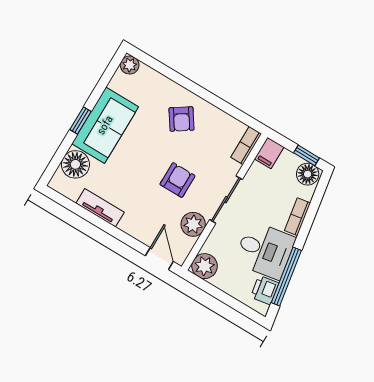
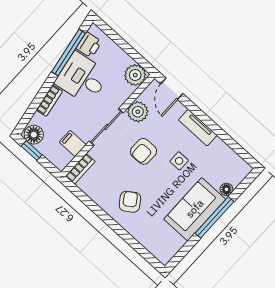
plant: (130, 65) -> (164, 255), removed
window: (80, 121) -> (215, 217), width x2.17
filing cabinet: (269, 153) -> (73, 143), moved, turned -90
floor lamp: (75, 164) -> (226, 189), width x0.53, depth x0.53
side table: (134, 177) -> (179, 161), added
tv unit: (100, 208) -> (198, 128), moved

